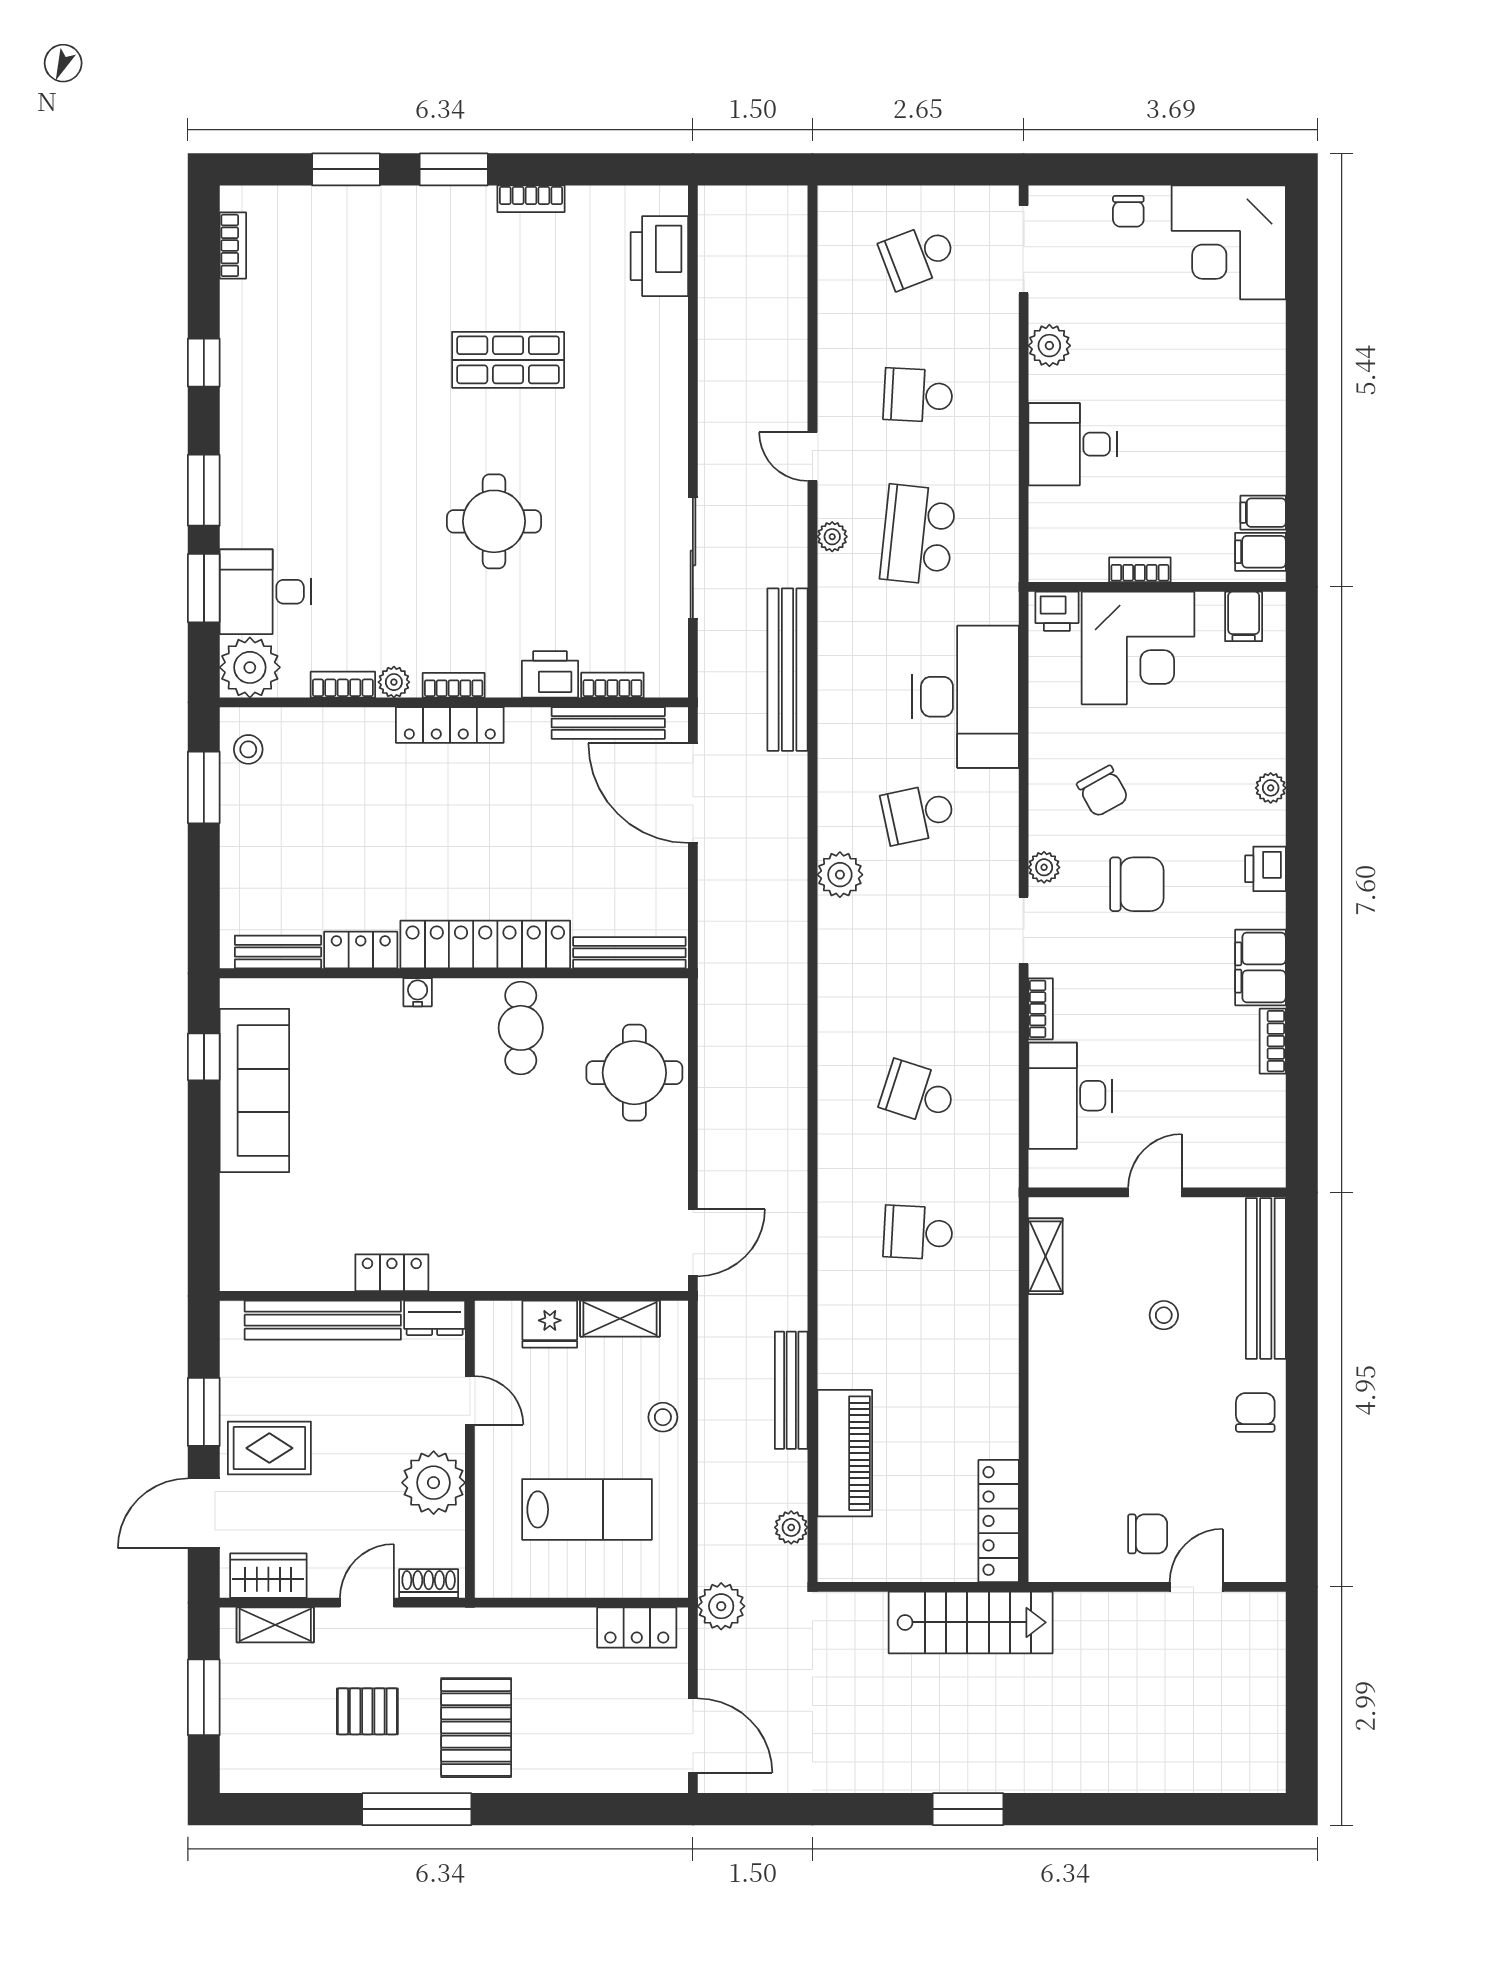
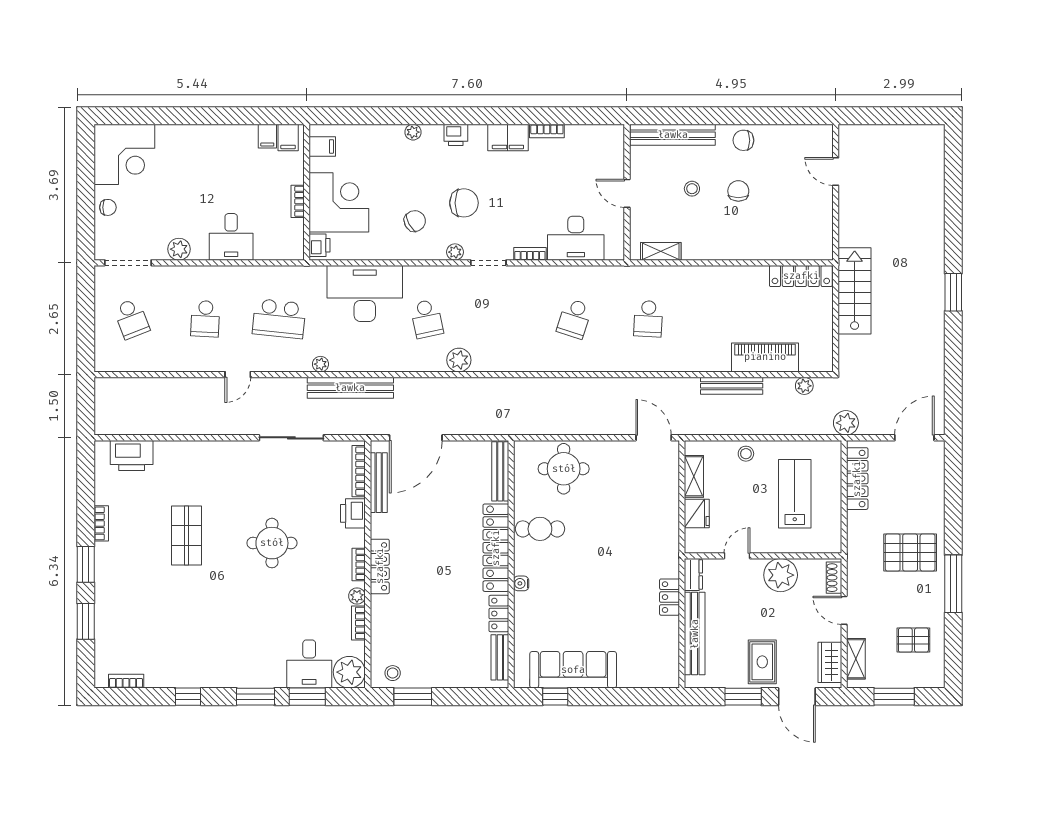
plant: (832, 537) -> (320, 364), moved
bookcase: (612, 685) -> (359, 471), width x1.56
chair: (1137, 884) -> (464, 203), turned 90
chair: (1148, 1534) -> (738, 191), moved
locker: (637, 1628) -> (857, 479), width x1.53
pallet: (367, 1711) -> (913, 640), moved, turned 90

